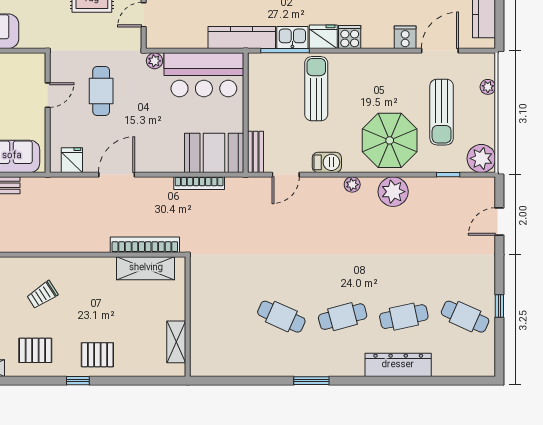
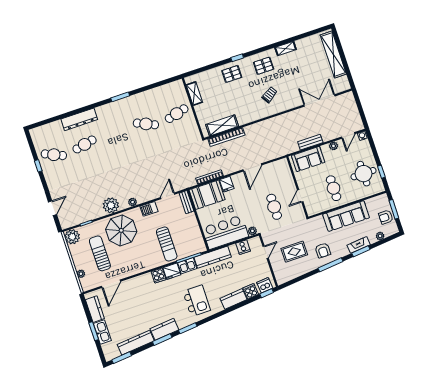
cooker: (405, 37) -> (243, 247), moved
fridge: (72, 160) -> (227, 184), moved
cafe table: (343, 317) -> (177, 114), moved

